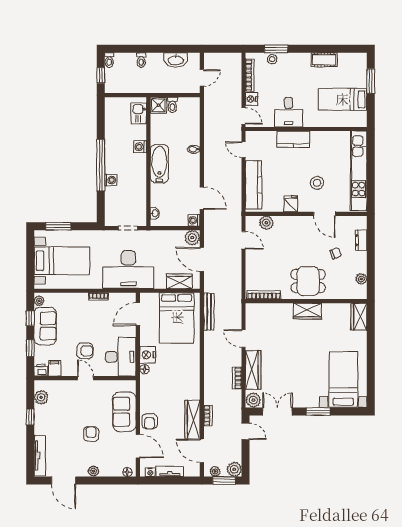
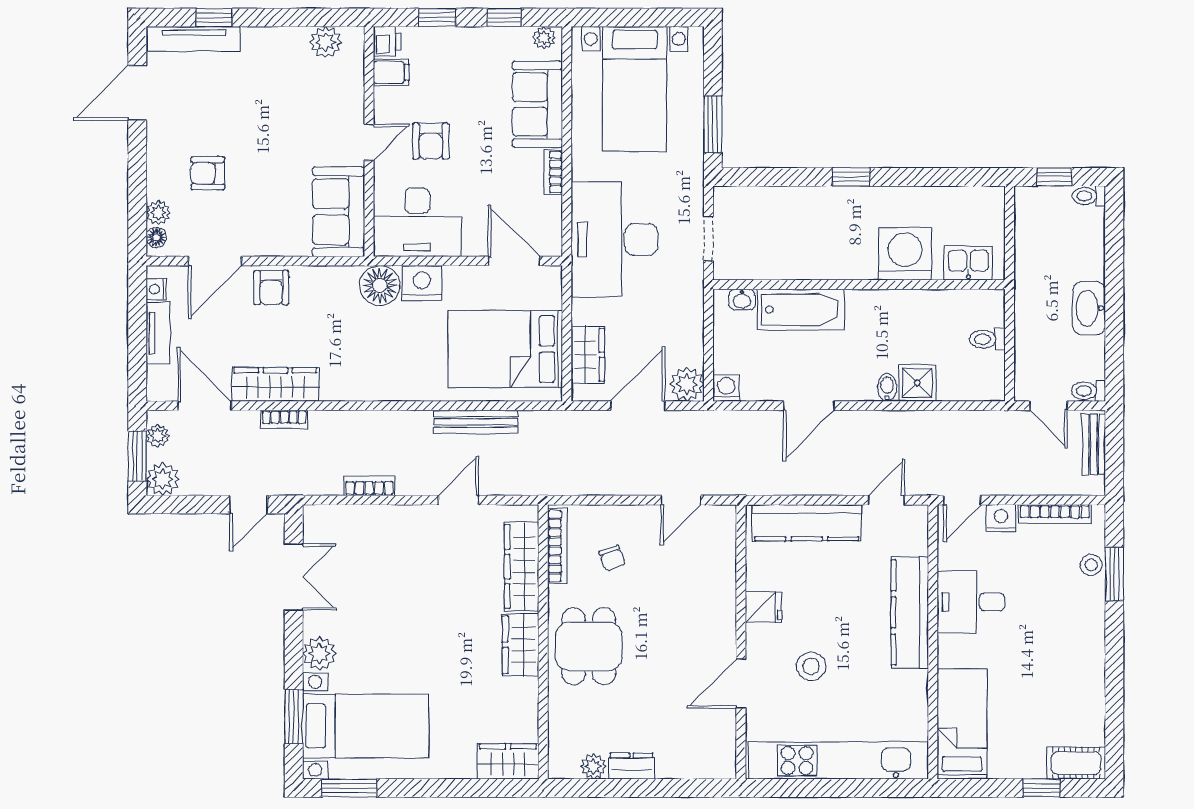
bench: (219, 58) -> (1094, 444), added
toilet: (141, 60) -> (1089, 391), moved
washbasin: (176, 60) -> (1089, 308), moved
cot: (324, 60) -> (1076, 763), moved, turned 90
window: (371, 81) -> (1041, 788), width x0.67
bed: (342, 99) -> (962, 724), moved
shower: (158, 105) -> (917, 383), moved
kitchen counter: (293, 139) -> (910, 613), width x1.50
washing machine: (140, 147) -> (905, 254), width x1.89, depth x1.89
bathtub: (159, 164) -> (801, 310), moved
window: (101, 165) -> (851, 177), width x0.32
washing machine: (111, 180) -> (817, 199), removed
door: (202, 198) -> (809, 406), moved
plant: (266, 223) -> (721, 552), removed
window: (58, 226) -> (713, 124), moved
dresser: (361, 240) -> (632, 766), moved
chair: (336, 253) -> (612, 558), moved
bench: (209, 312) -> (476, 422), moved
sofa: (45, 326) -> (537, 104), moved, turned 90
floor lamp: (145, 369) -> (380, 285), width x1.89, depth x1.89
wardrobe: (253, 370) -> (522, 567), moved, turned 90
window: (371, 387) -> (349, 788), added
plant: (253, 400) -> (319, 654), moved
window: (318, 411) -> (294, 717), moved
sofa: (124, 412) -> (339, 212), moved, turned -90
window: (30, 417) -> (214, 18), moved
armchair: (150, 421) -> (271, 288), turned -90
armchair: (91, 434) -> (208, 173), moved, turned 180
door: (202, 451) -> (205, 406), hinge flipped
plant: (94, 471) -> (158, 212), moved

